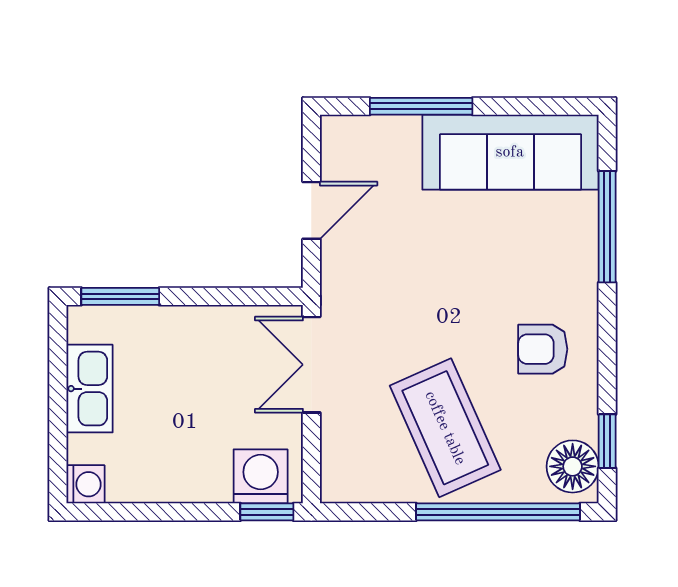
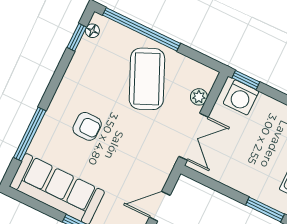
armchair: (543, 349) -> (87, 126), moved
plant: (336, 441) -> (199, 97), added
floor lamp: (573, 466) -> (92, 31), width x0.53, depth x0.53

